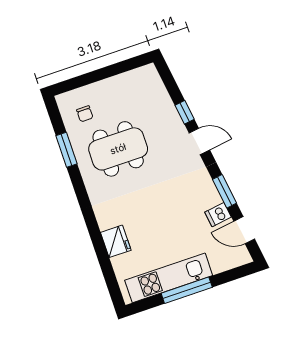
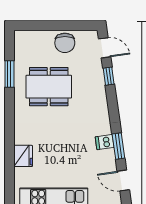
chair: (85, 114) -> (65, 43), moved, width x1.87, depth x1.87
door: (199, 141) -> (105, 48), moved
dishwasher: (218, 215) -> (105, 142), moved

